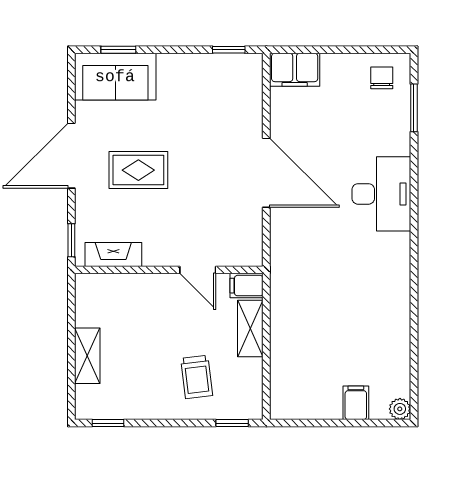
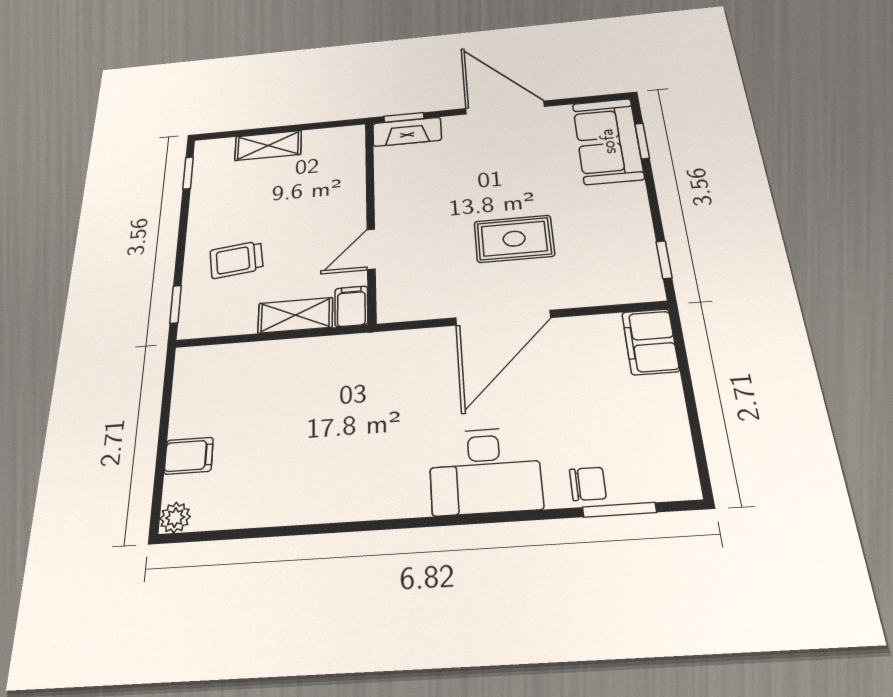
chair: (382, 78) -> (588, 484), moved
rug: (138, 170) -> (514, 239), moved, turned 90
fireplace: (113, 254) -> (407, 132), moved, turned 90

